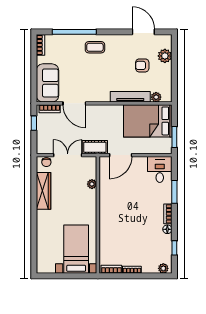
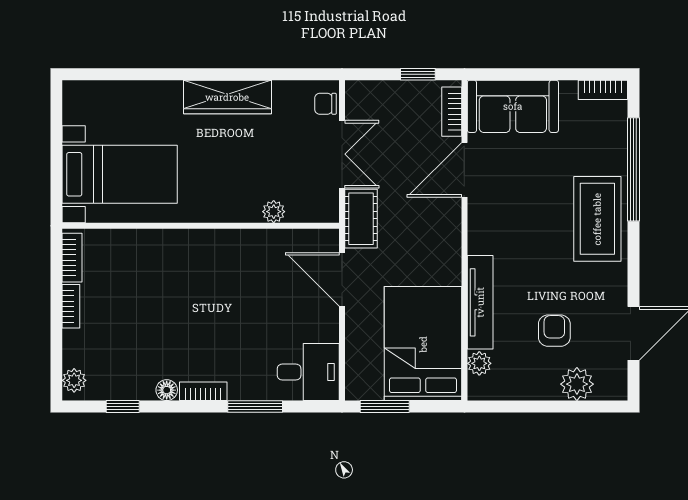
coffee table: (95, 47) -> (597, 219), width x1.86, depth x1.72
wardrobe: (43, 191) -> (227, 97), moved

